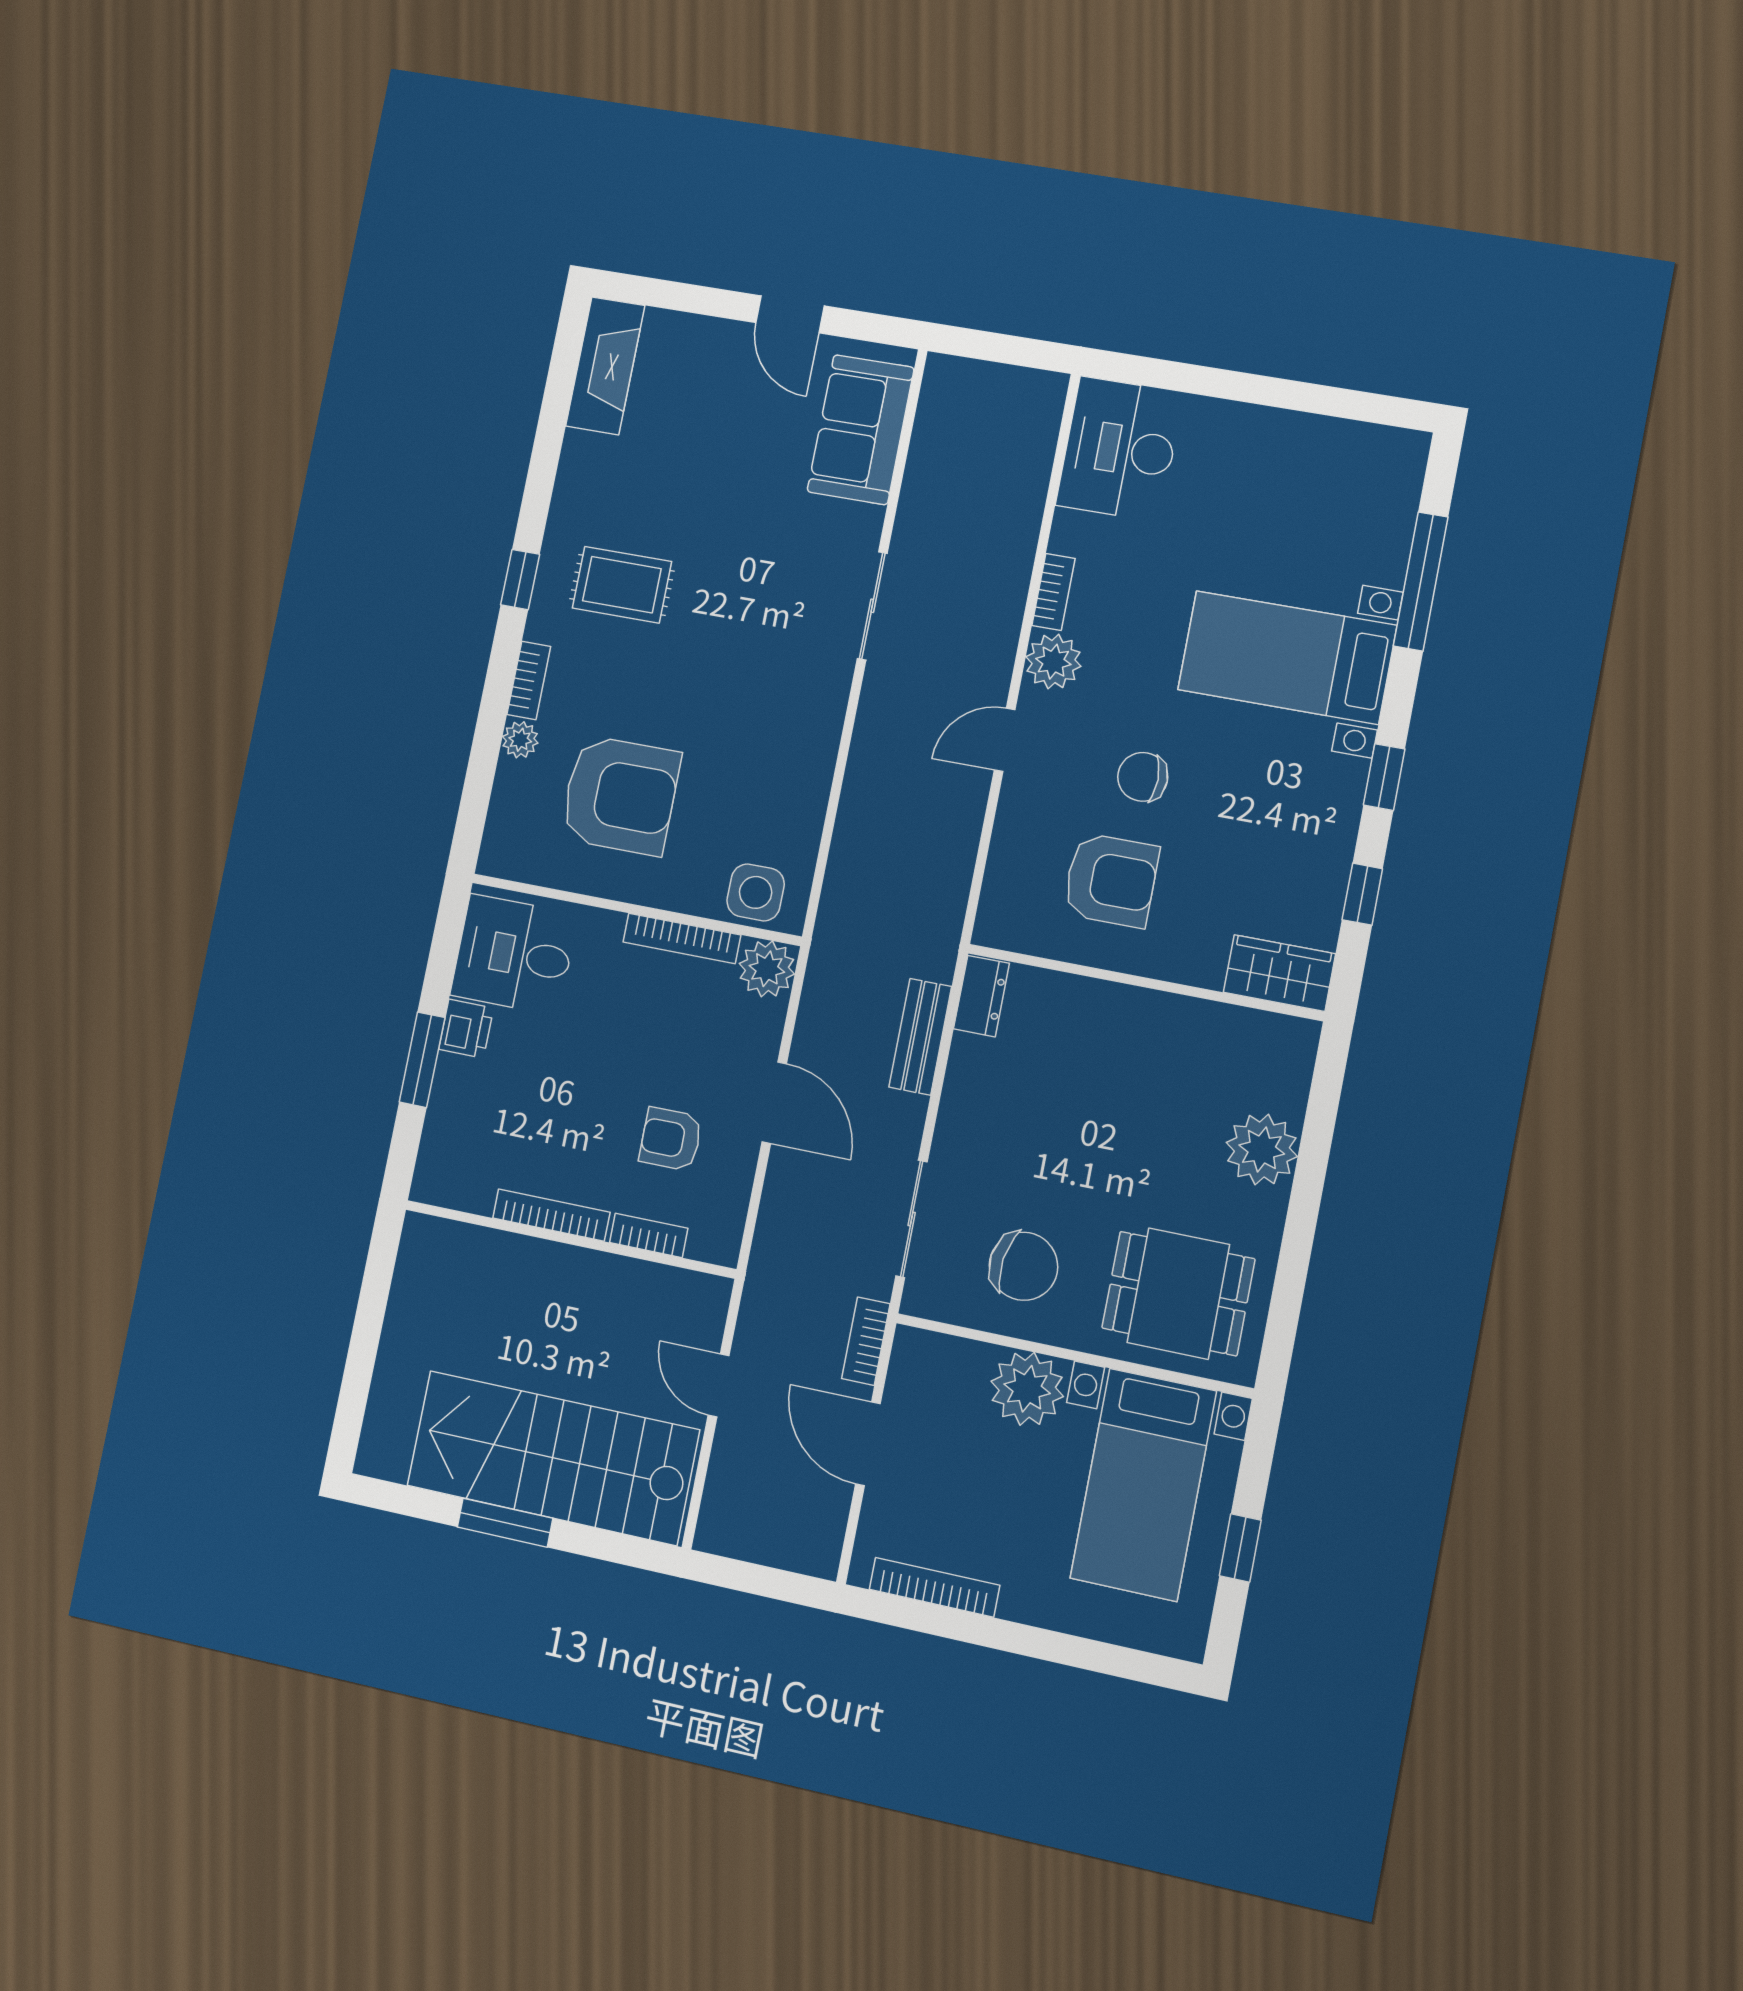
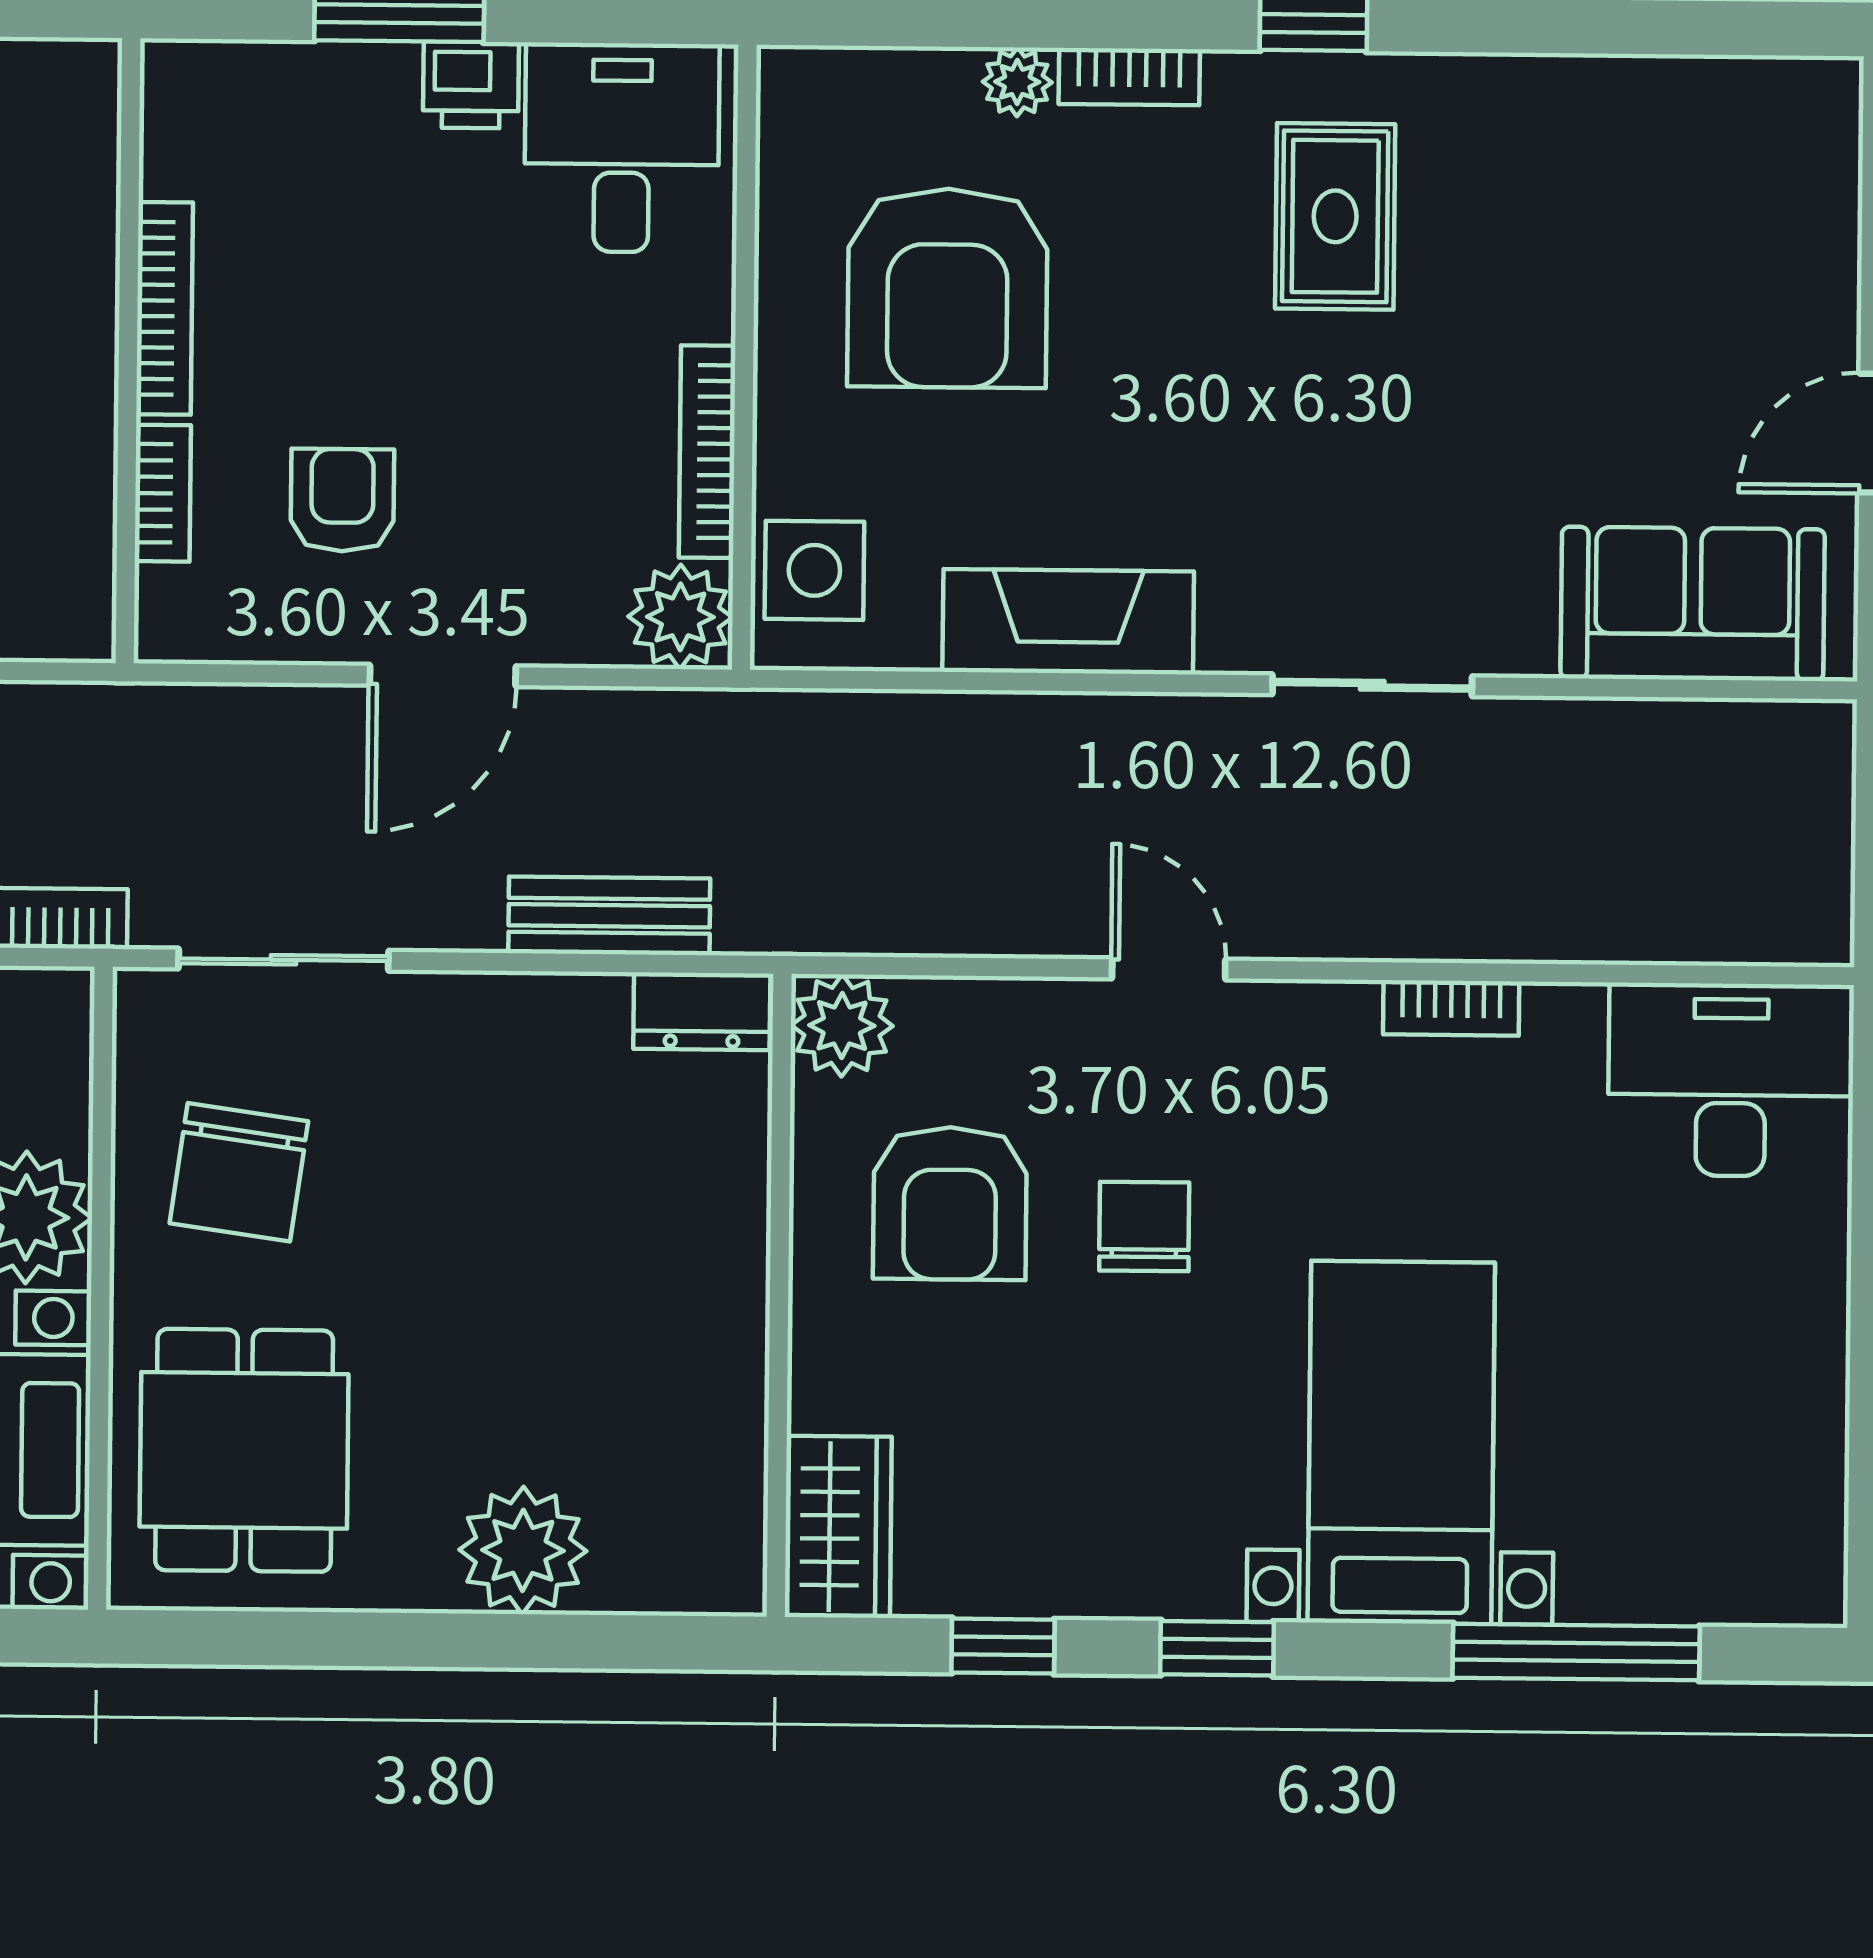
fireplace: (605, 366) -> (1068, 622), moved, turned 180
plant: (1053, 662) -> (842, 1026), moved

